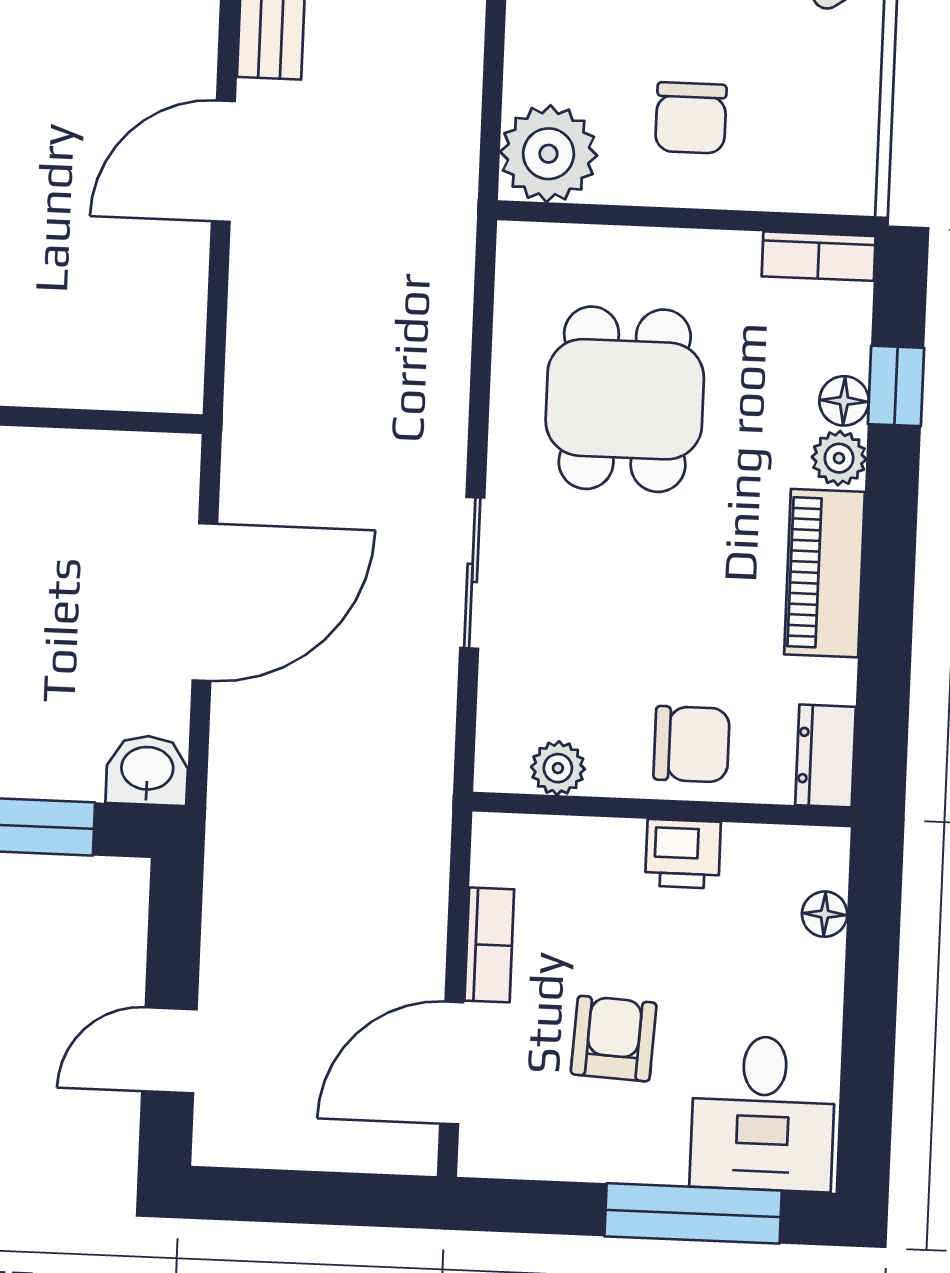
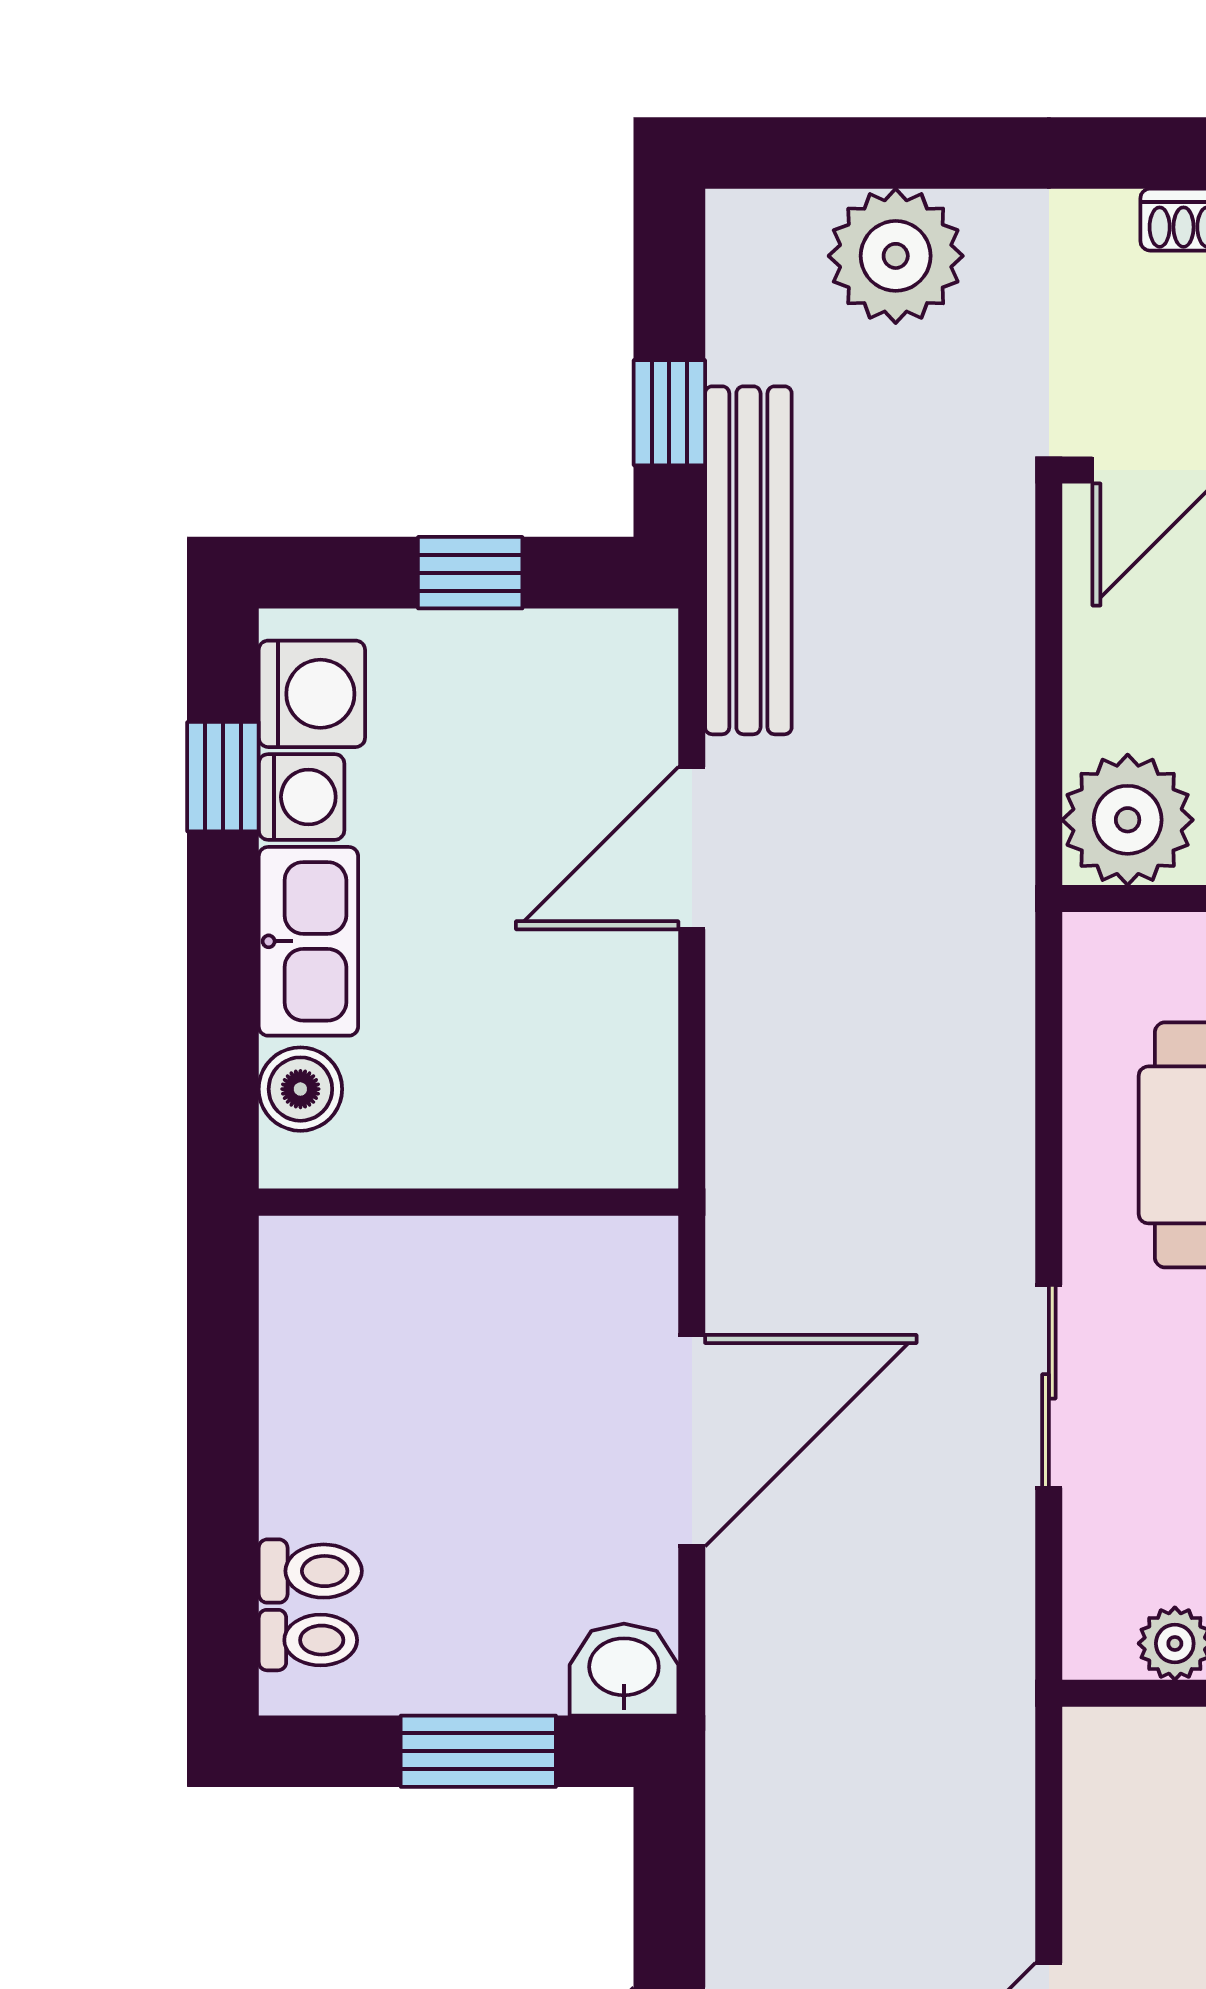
bookcase: (489, 945) -> (1093, 1885), removed

